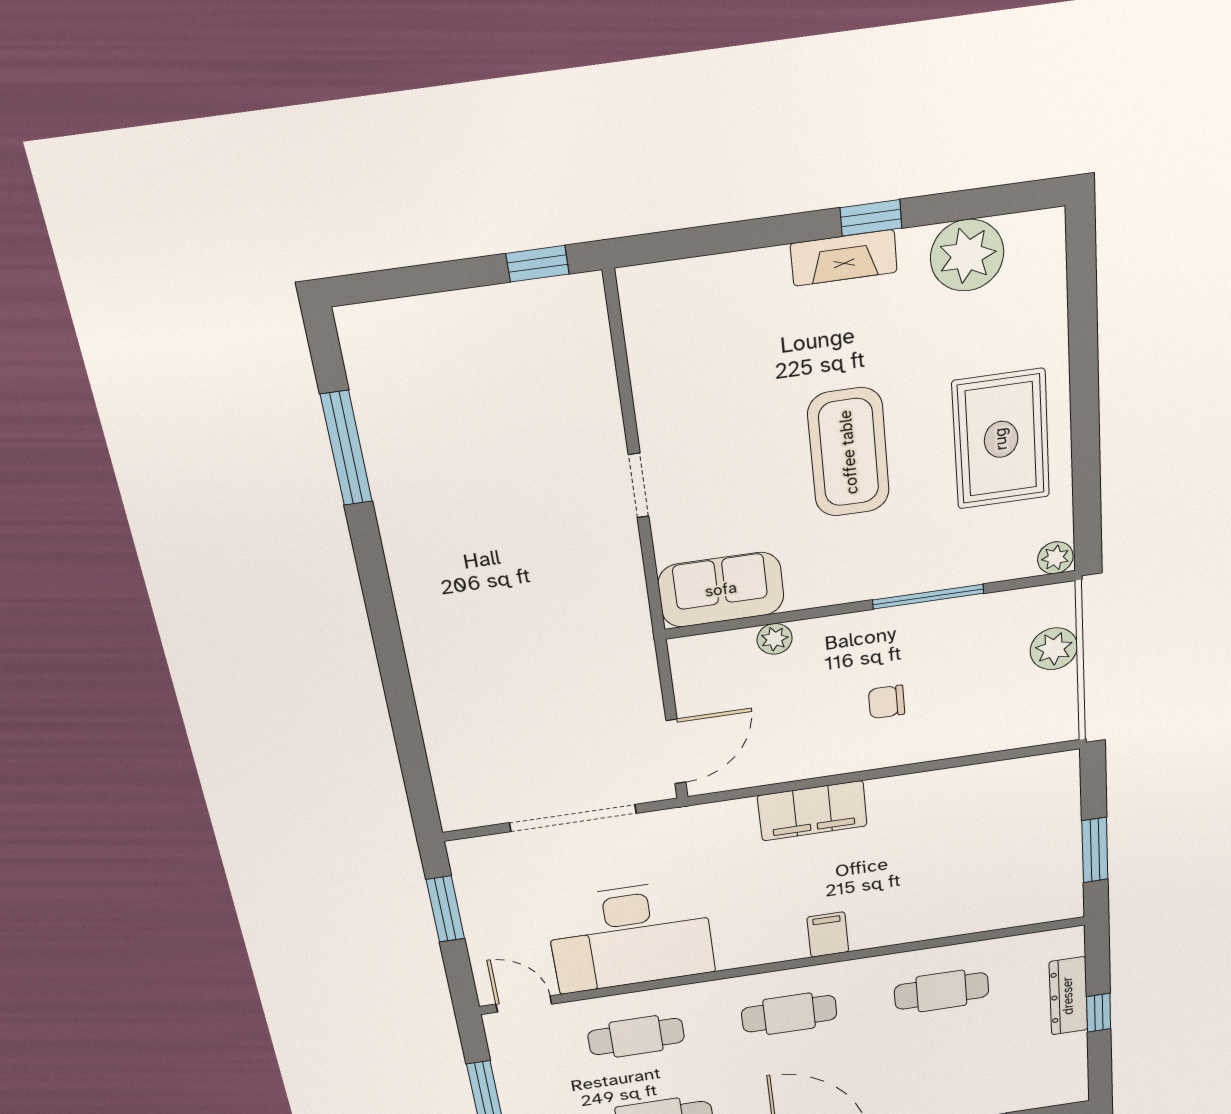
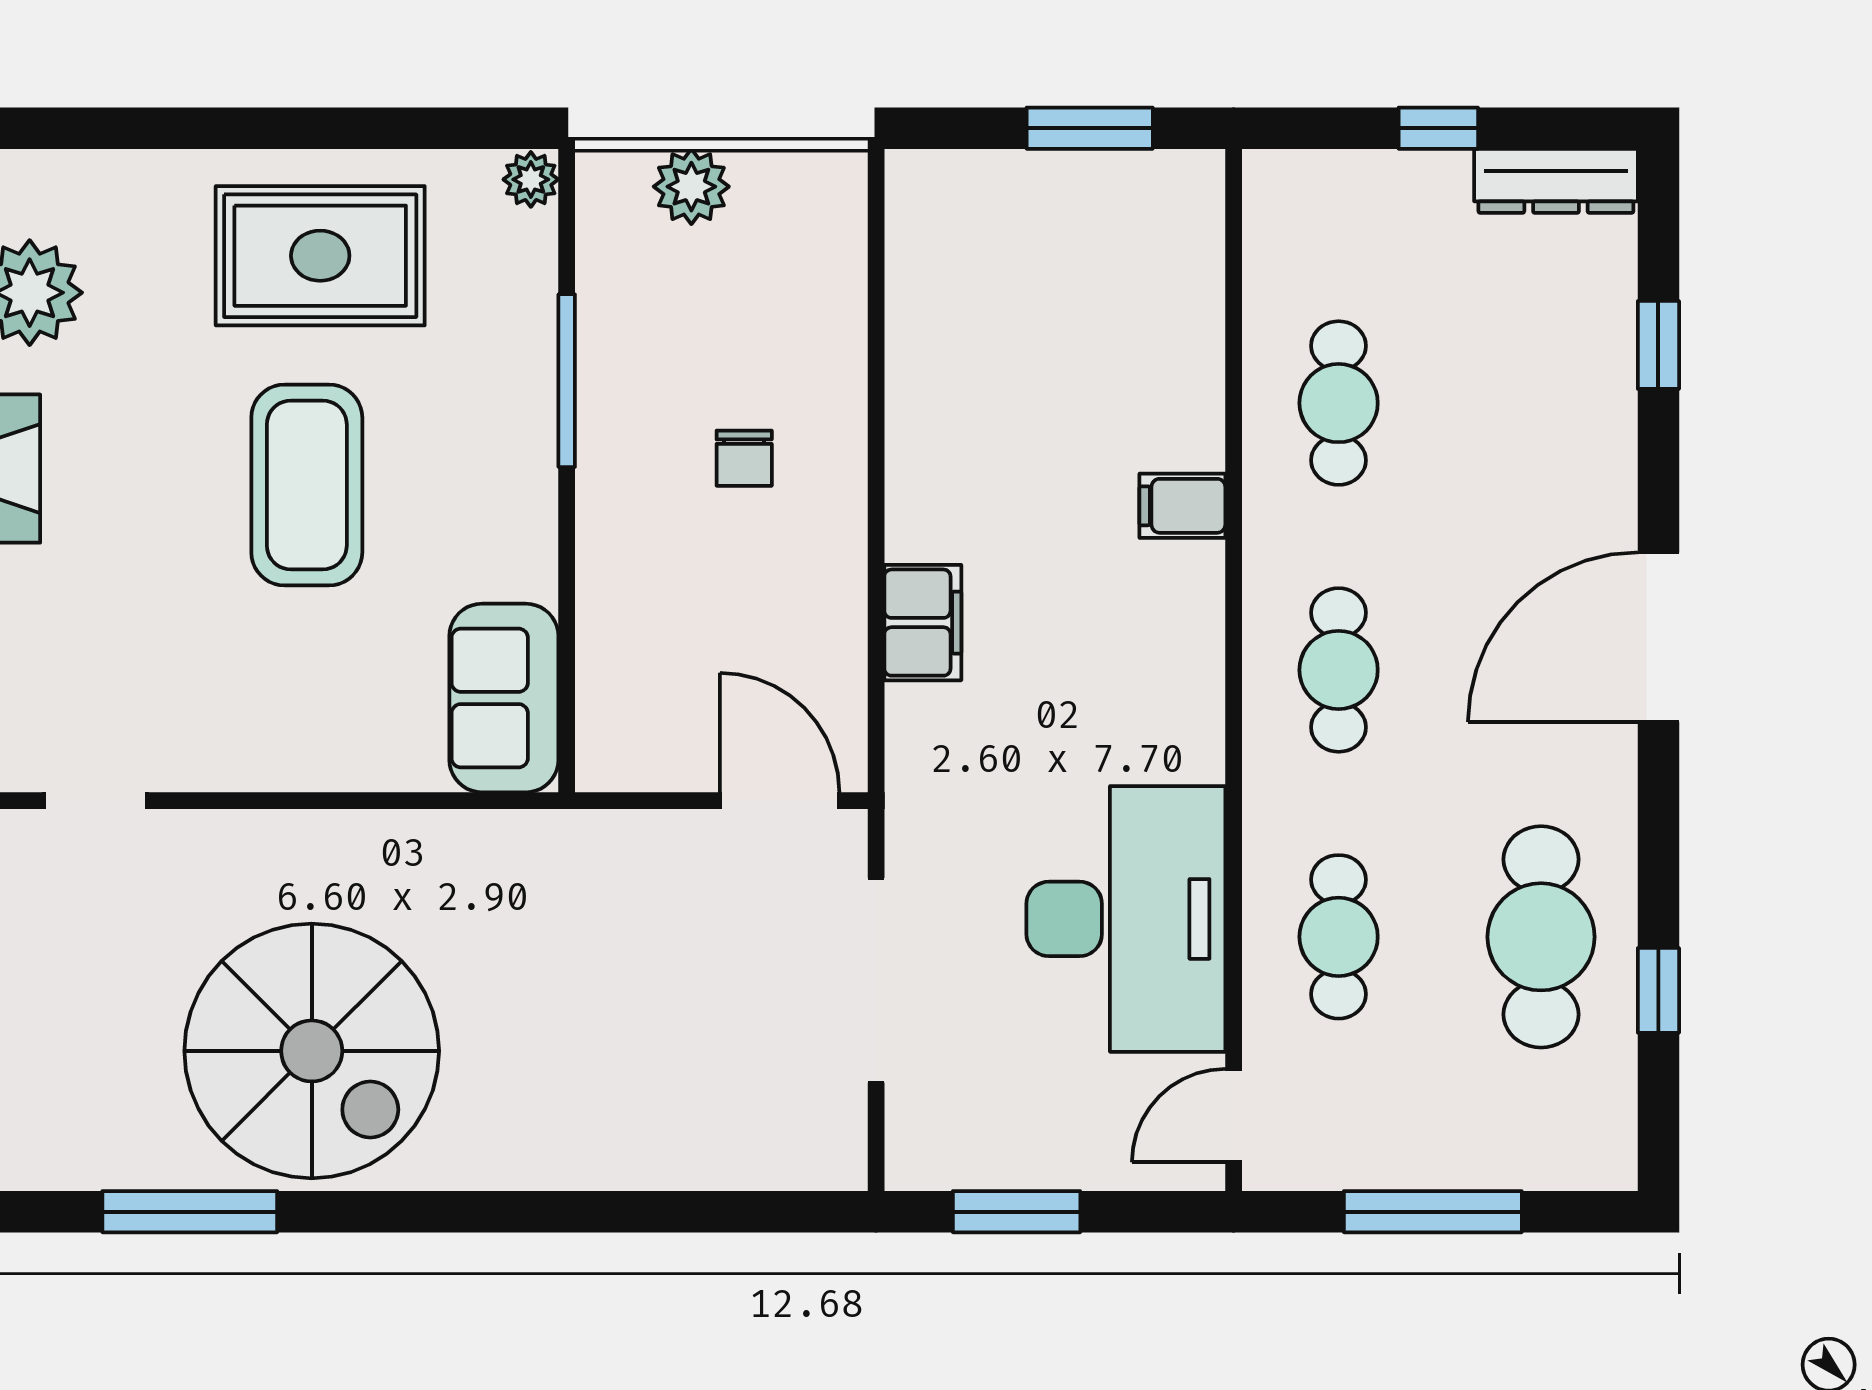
coffee table: (849, 452) -> (307, 485), turned 90
doorway: (639, 485) -> (95, 801), moved
spiral stairs: (471, 509) -> (312, 1051), added
plant: (775, 639) -> (602, 625), removed
filing cabinet: (812, 811) -> (923, 623), width x0.67, depth x0.86
filing cabinet: (828, 935) -> (1182, 506), moved
dresser: (1068, 996) -> (1556, 181), moved

